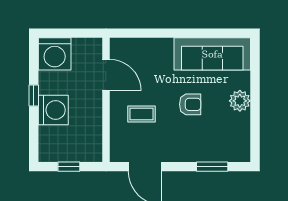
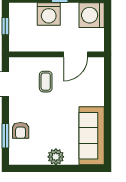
armchair: (190, 104) -> (21, 130), moved

